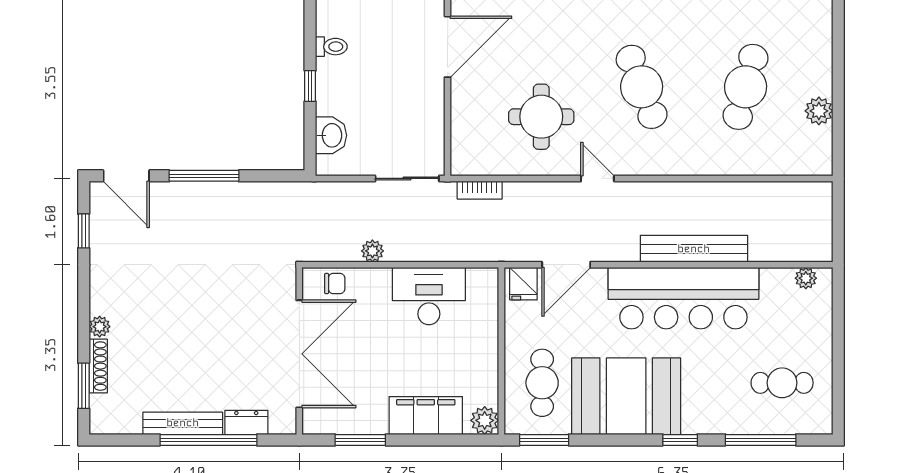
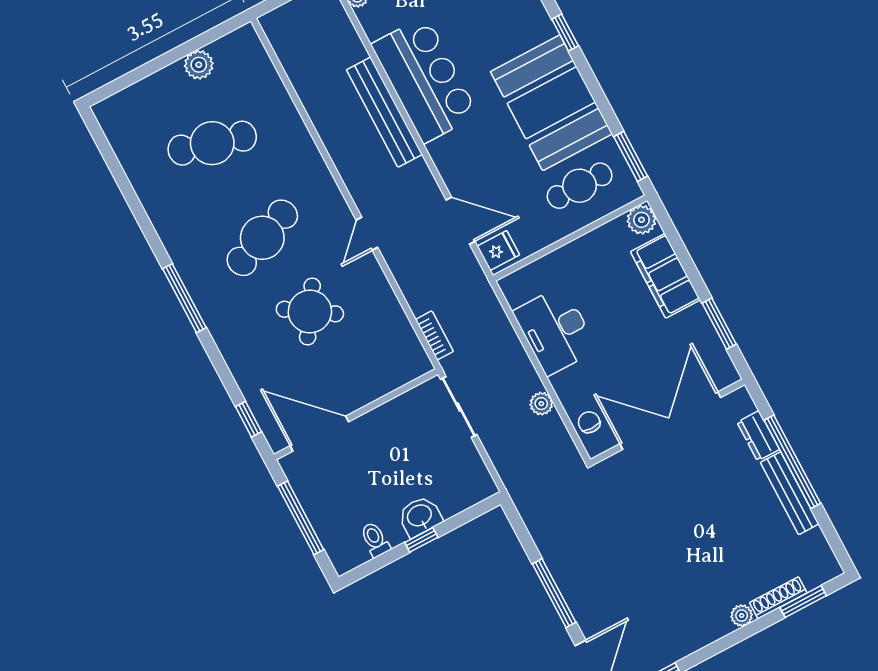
round table: (541, 117) -> (310, 312), moved, turned 33
washbasin: (331, 135) -> (420, 516), moved
bar counter: (683, 298) -> (425, 80), width x0.73

